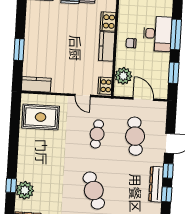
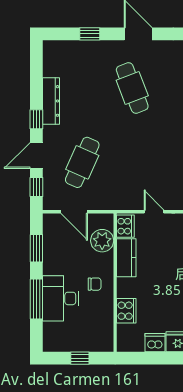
kitchen counter: (107, 46) -> (126, 258), moved
cafe table: (97, 134) -> (132, 162), removed
cafe table: (135, 136) -> (82, 162), turned 30
window: (167, 194) -> (36, 187), moved

